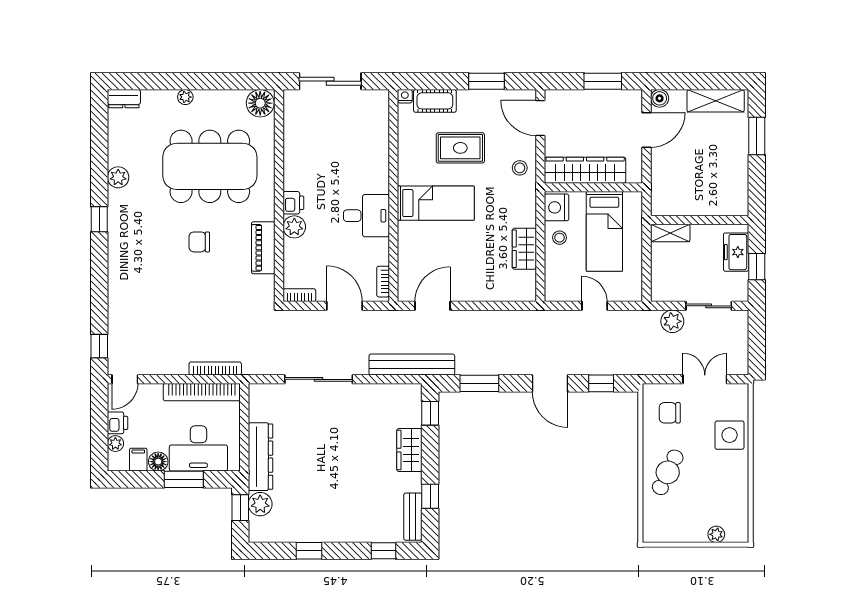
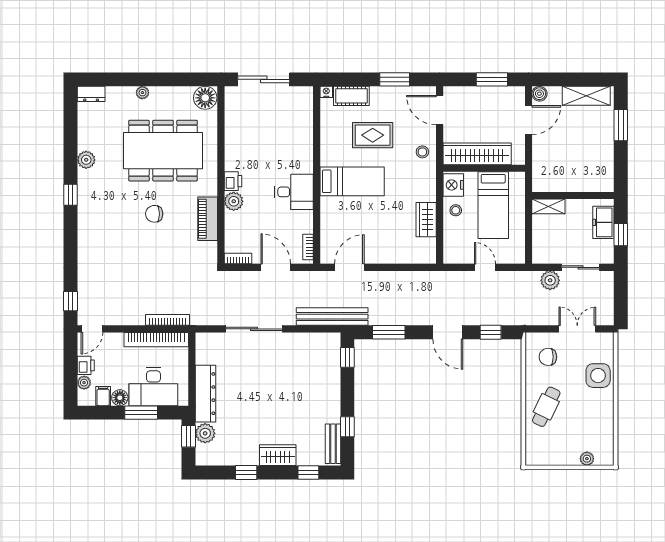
wardrobe: (409, 450) -> (278, 455), moved, turned 90

